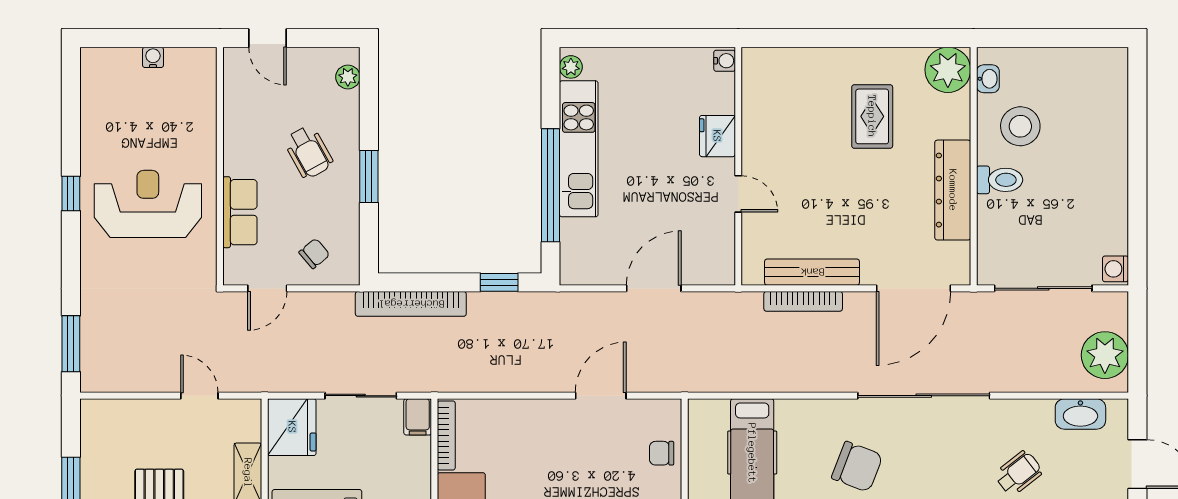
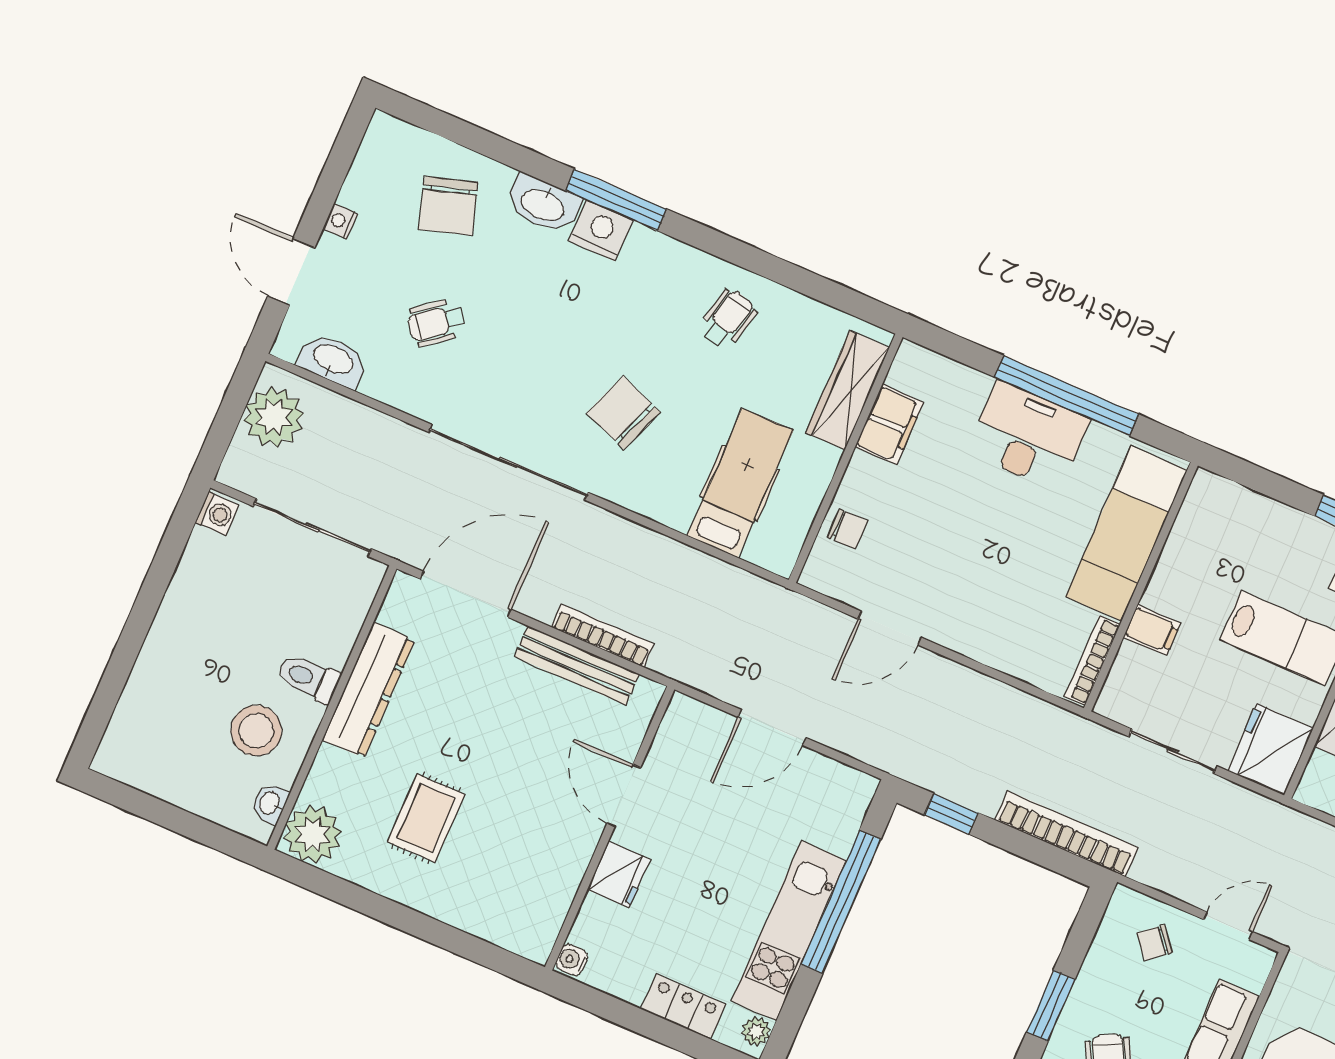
locker: (630, 62) -> (683, 1007), added
door: (738, 194) -> (624, 796), width x1.38
filing cabinet: (418, 417) -> (1152, 630), moved, turned 90

